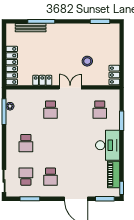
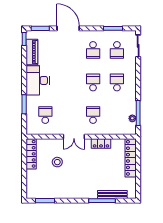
locker: (114, 75) -> (31, 154), width x1.53
school desk: (50, 143) -> (93, 82), added
school desk: (50, 177) -> (93, 50), turned 180

